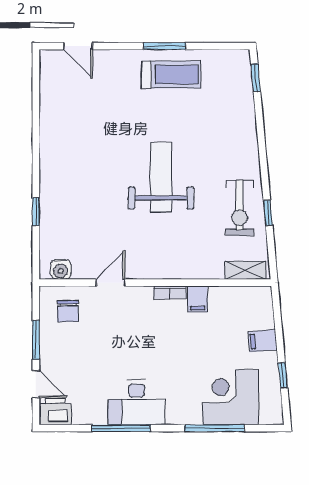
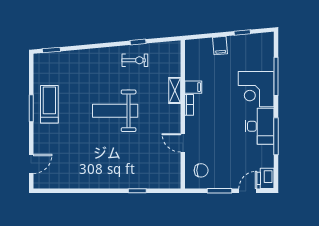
exercise bike: (240, 208) -> (135, 60), width x0.73, depth x0.72
water cooler: (61, 269) -> (174, 175), removed
shelving: (245, 270) -> (175, 90), moved
corner desk: (231, 397) -> (256, 89), moved

